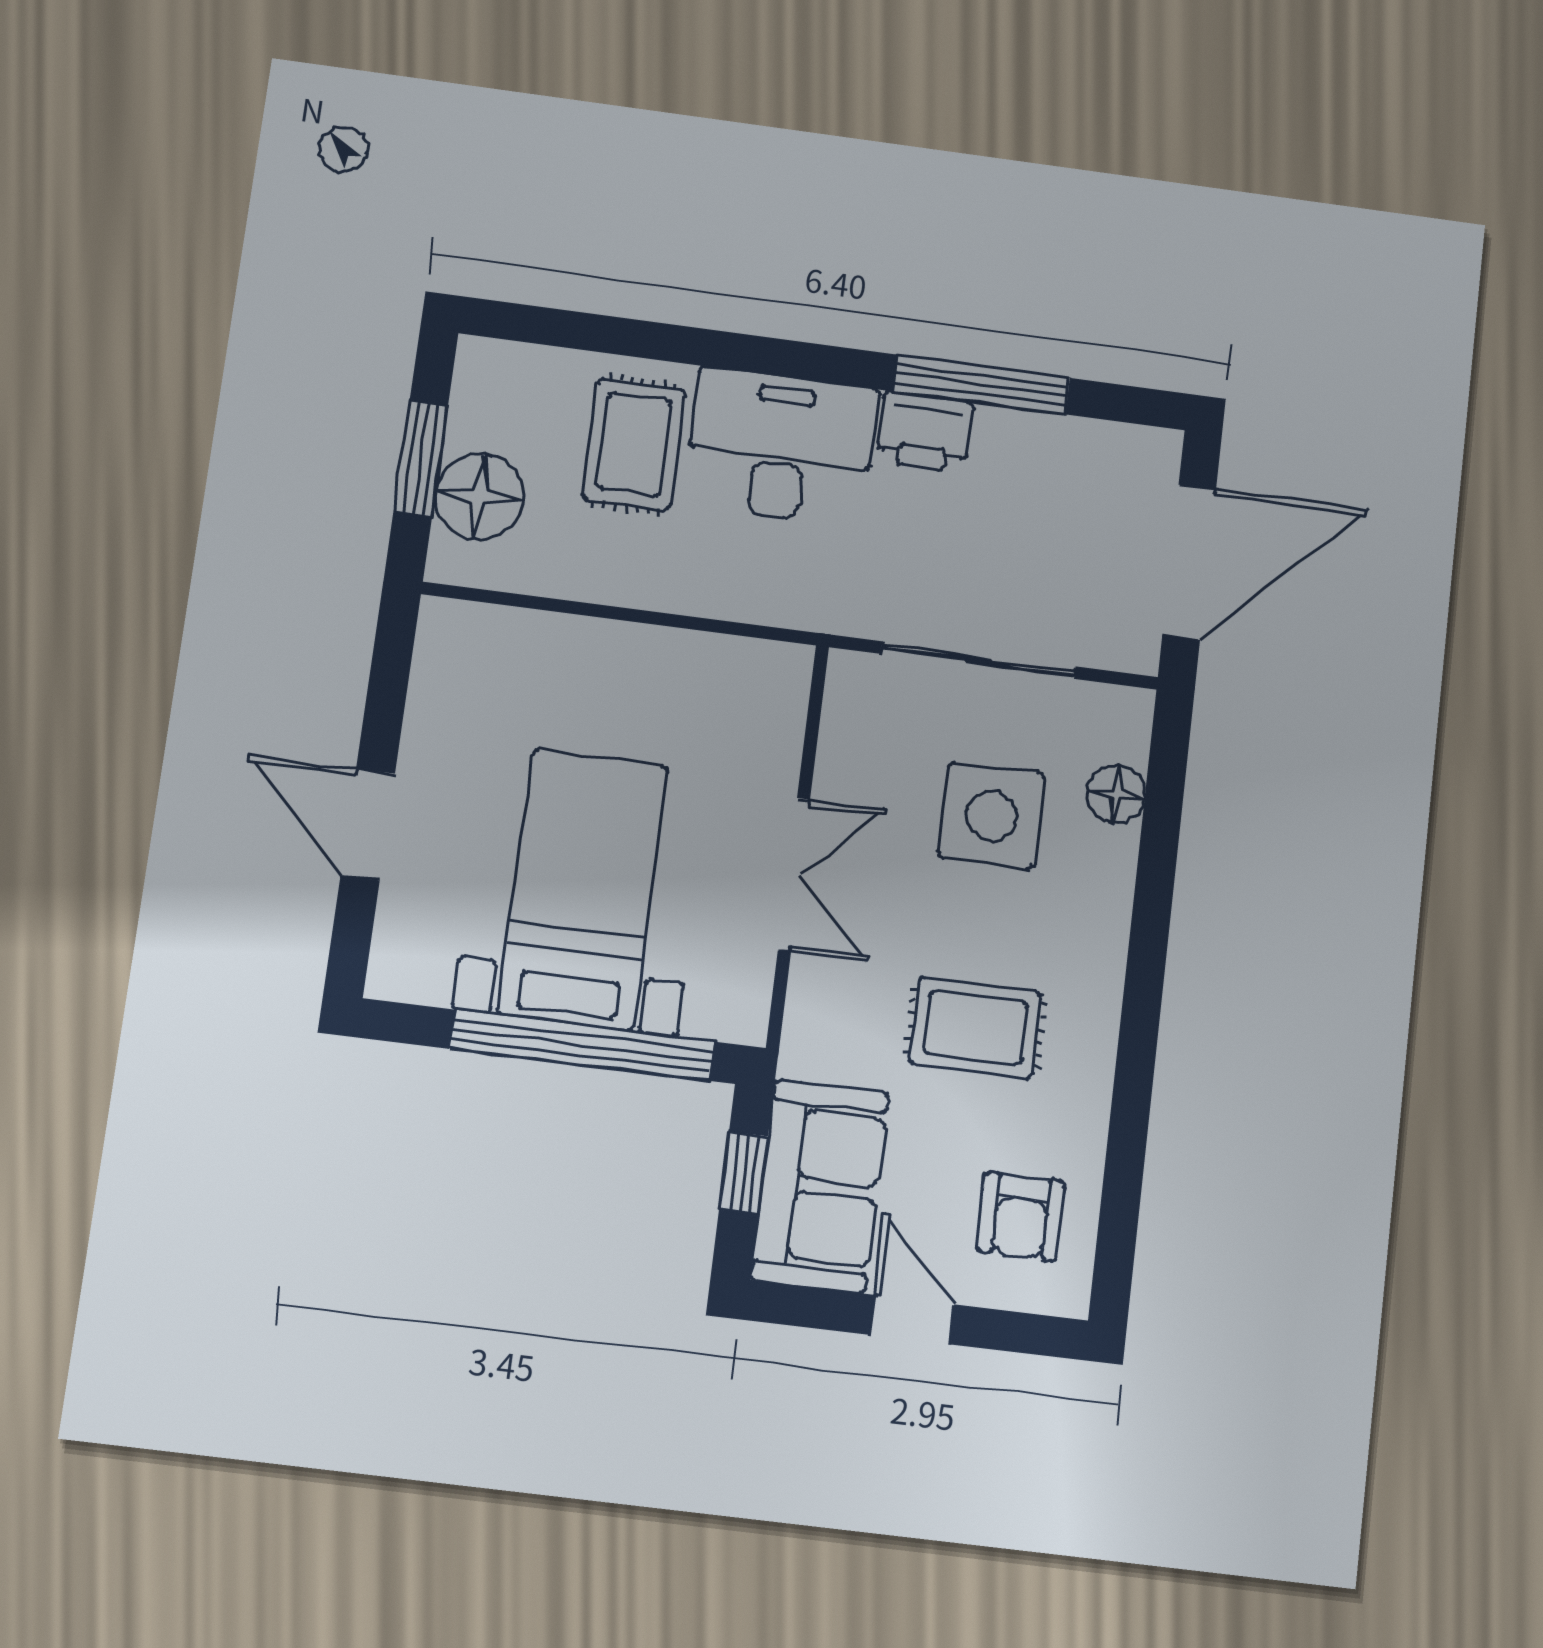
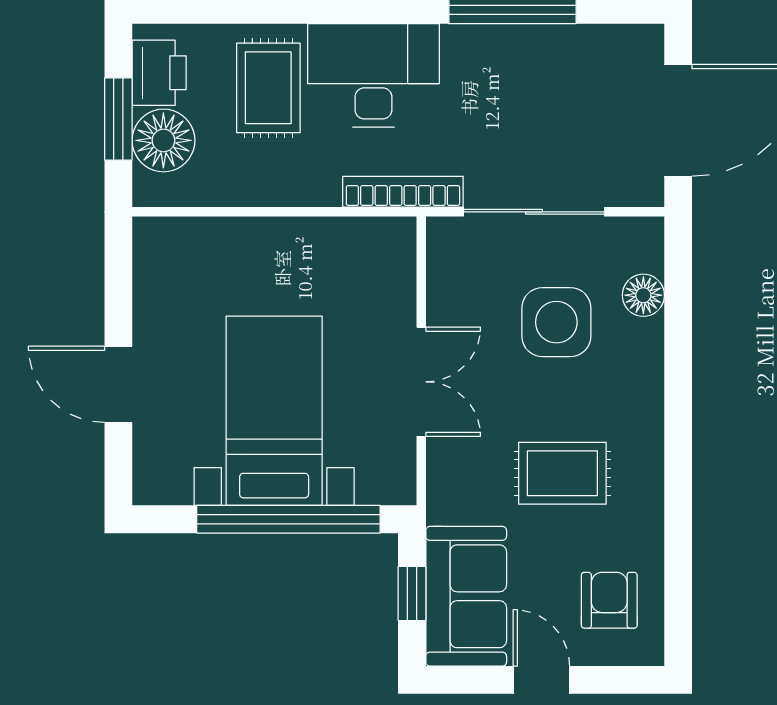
printer: (925, 432) -> (159, 73), moved, turned -90
bookcase: (801, 609) -> (403, 192), added
armchair: (1021, 1216) -> (609, 600), turned 180

